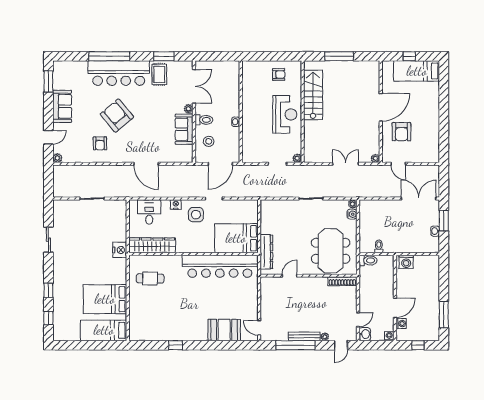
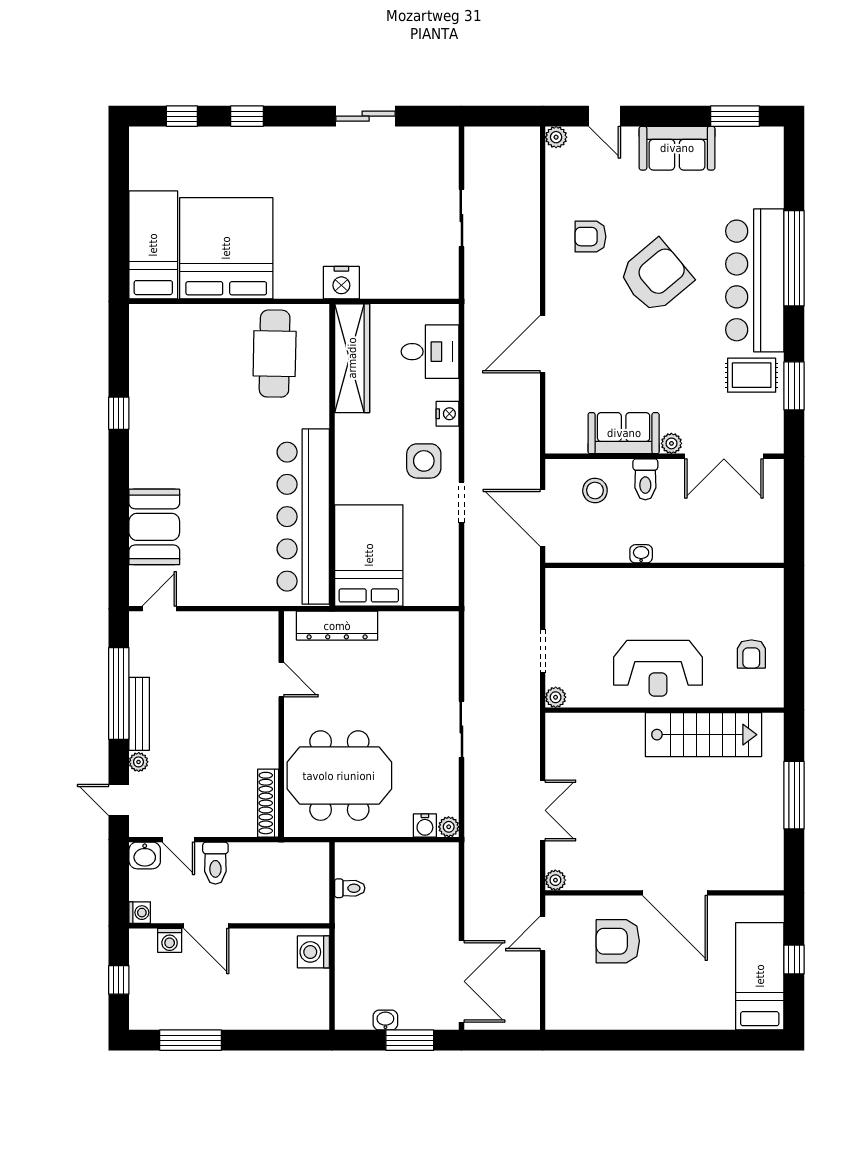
toilet: (368, 260) -> (215, 863), moved
cafe table: (150, 279) -> (275, 354), width x1.37, depth x1.35
bed: (105, 299) -> (226, 248), width x1.36

